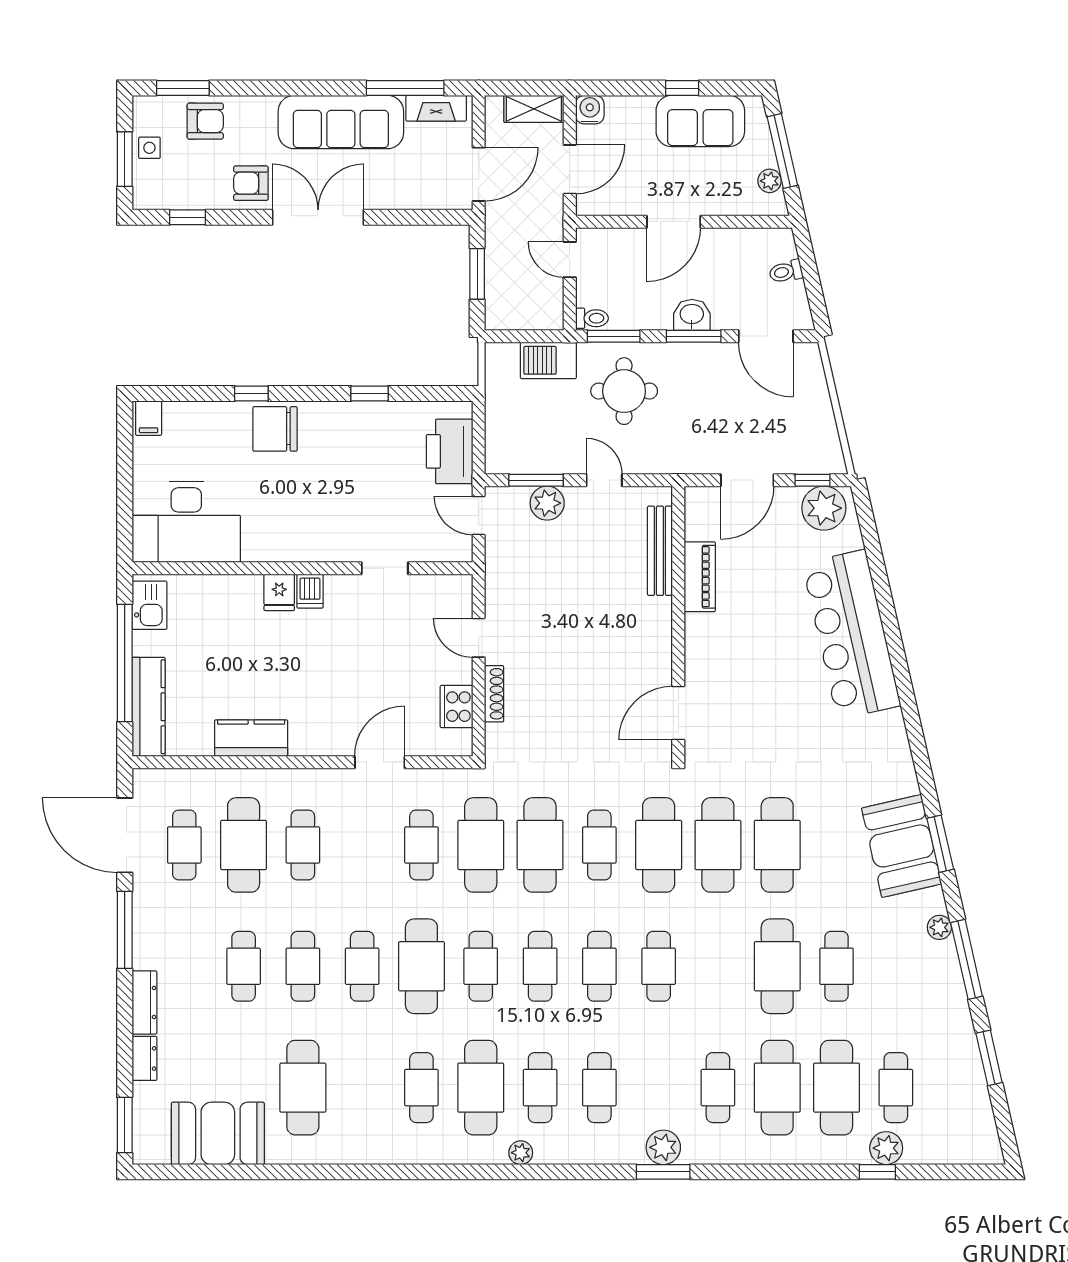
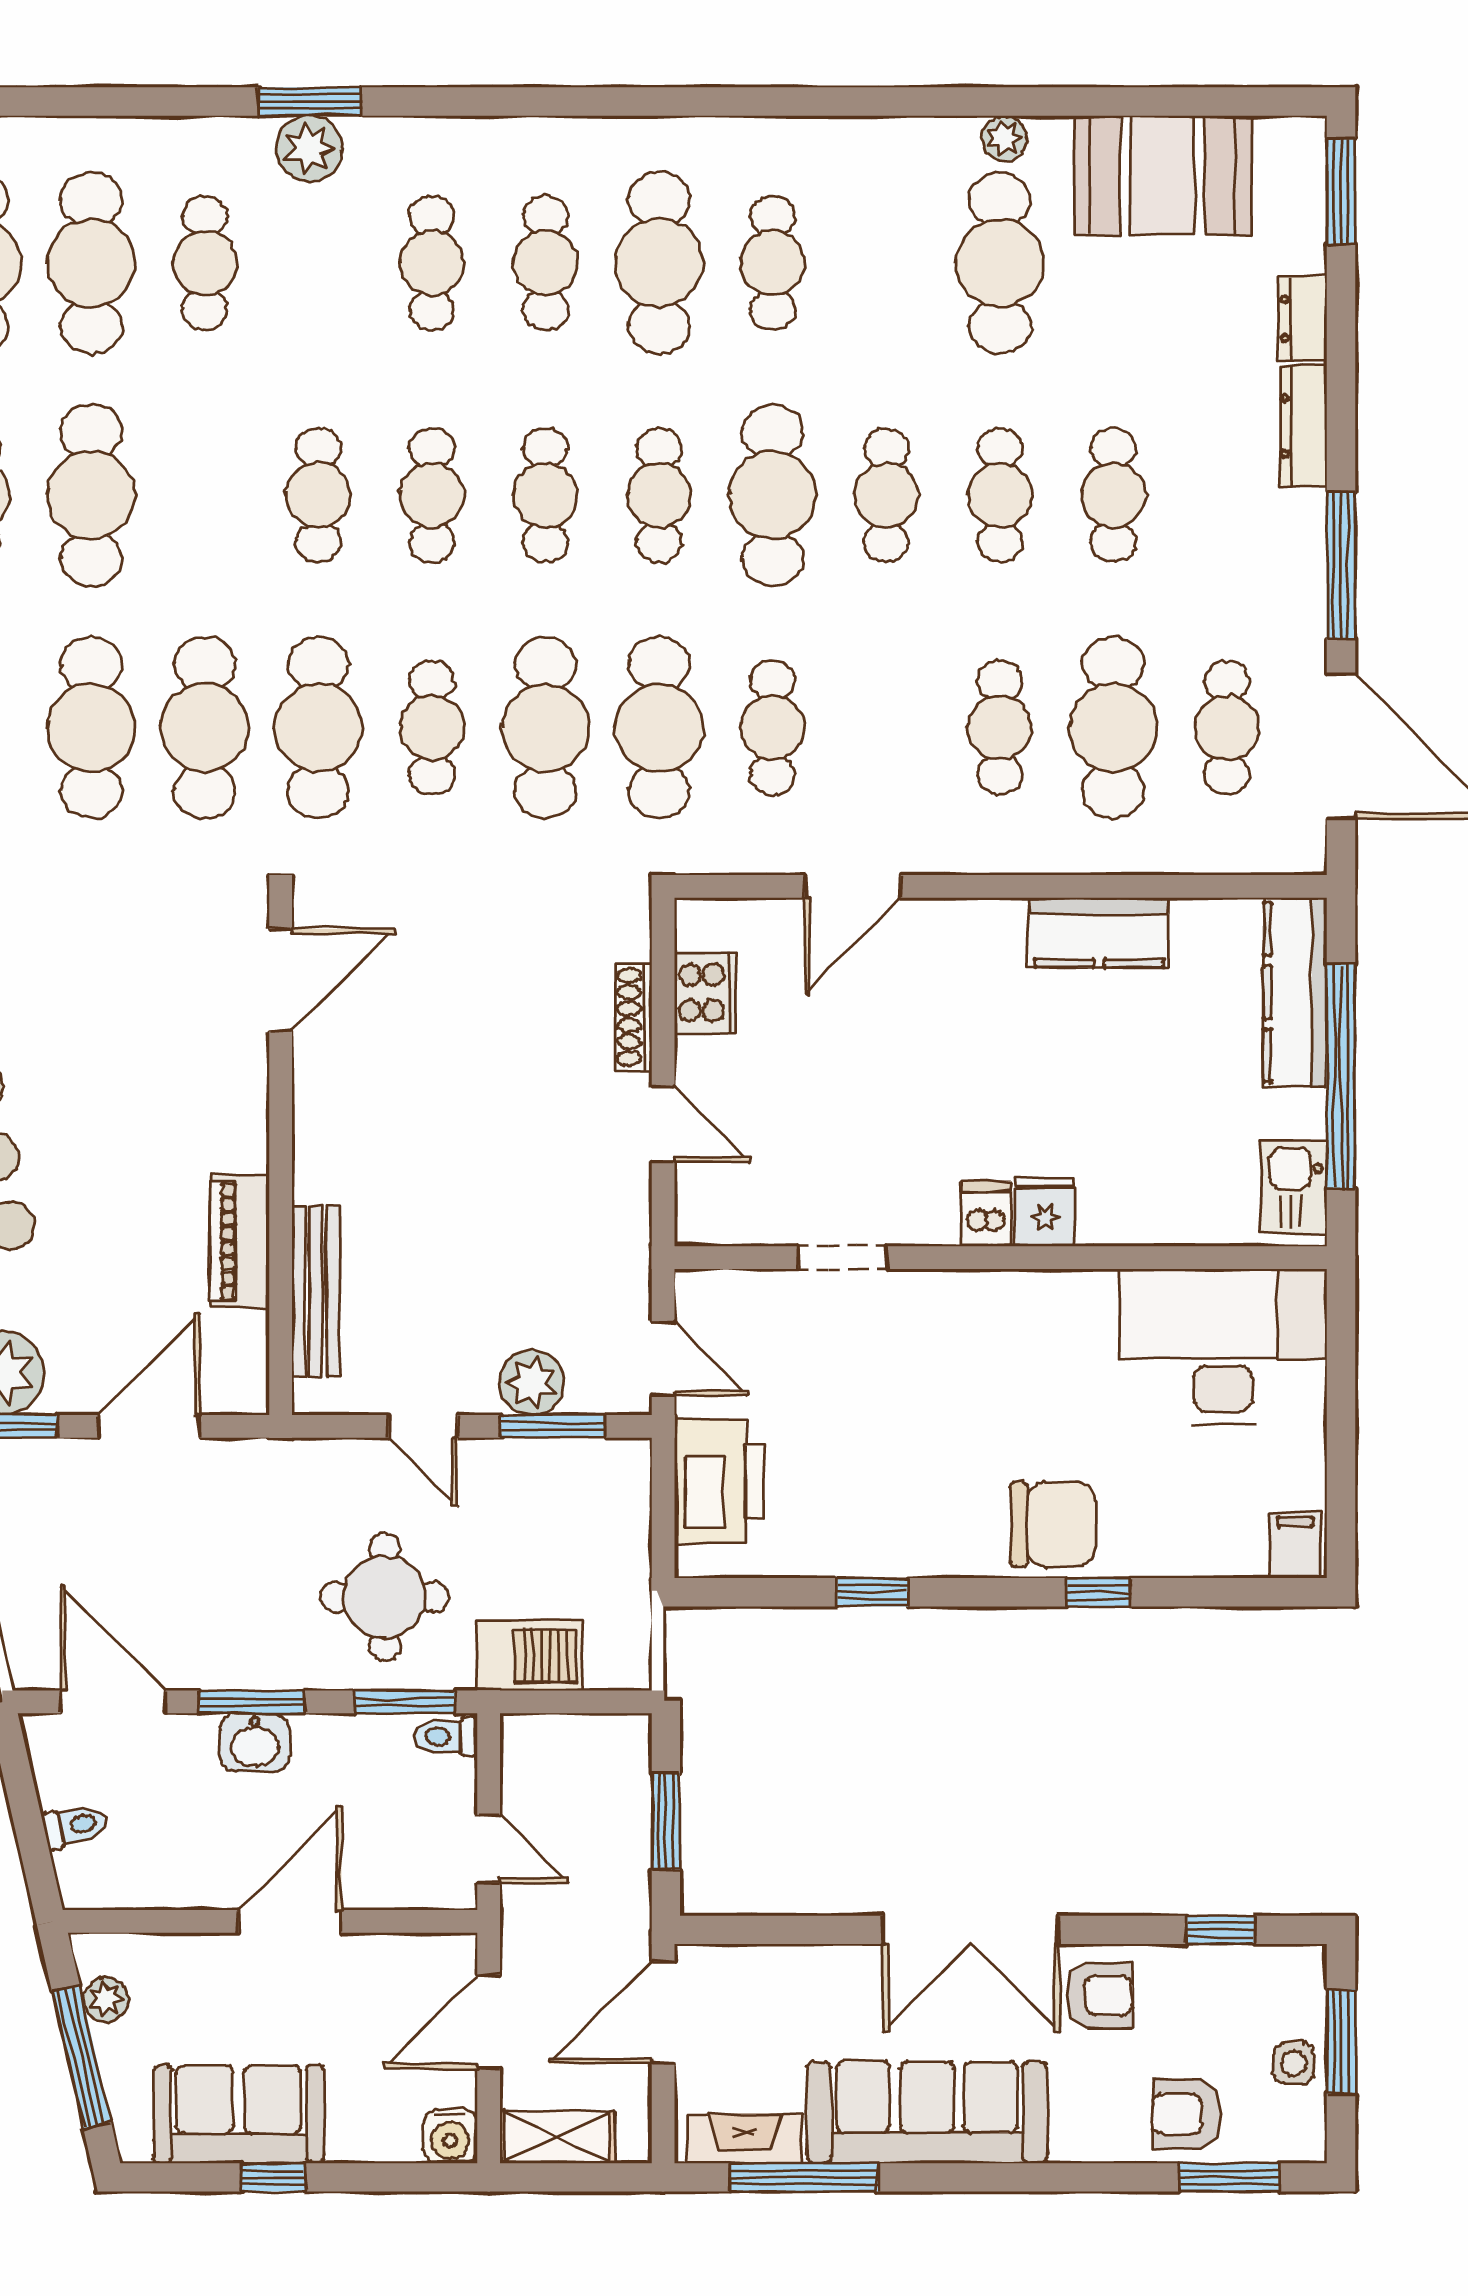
plant: (521, 1153) -> (1004, 138), moved

